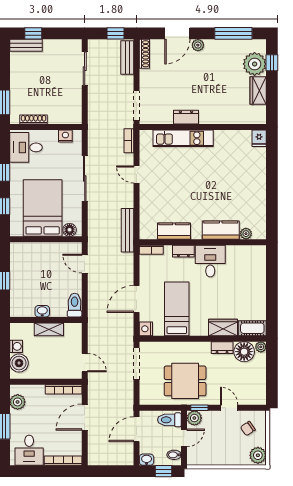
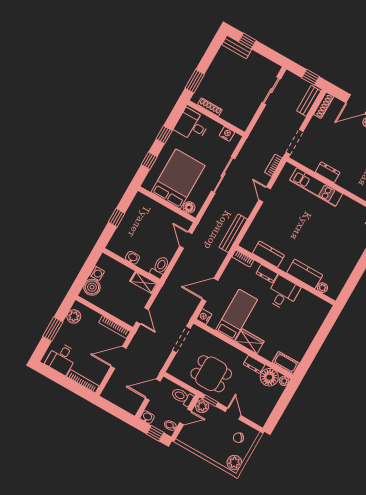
wardrobe: (223, 327) -> (250, 341), moved
shelving: (49, 329) -> (144, 283), moved

